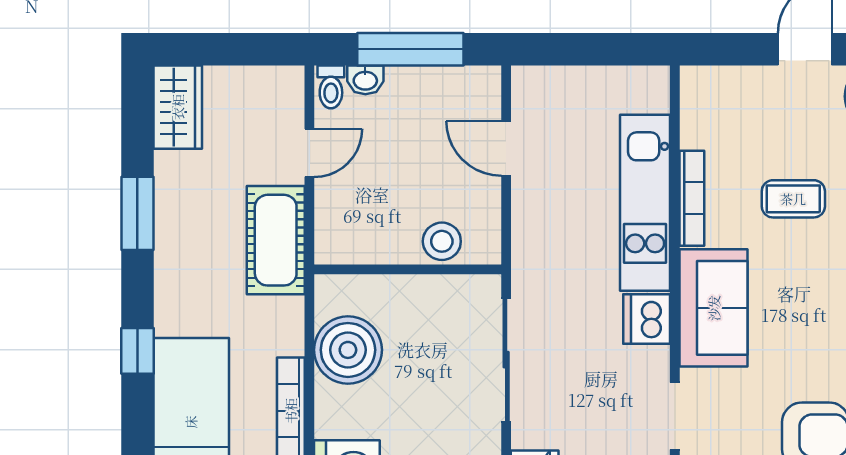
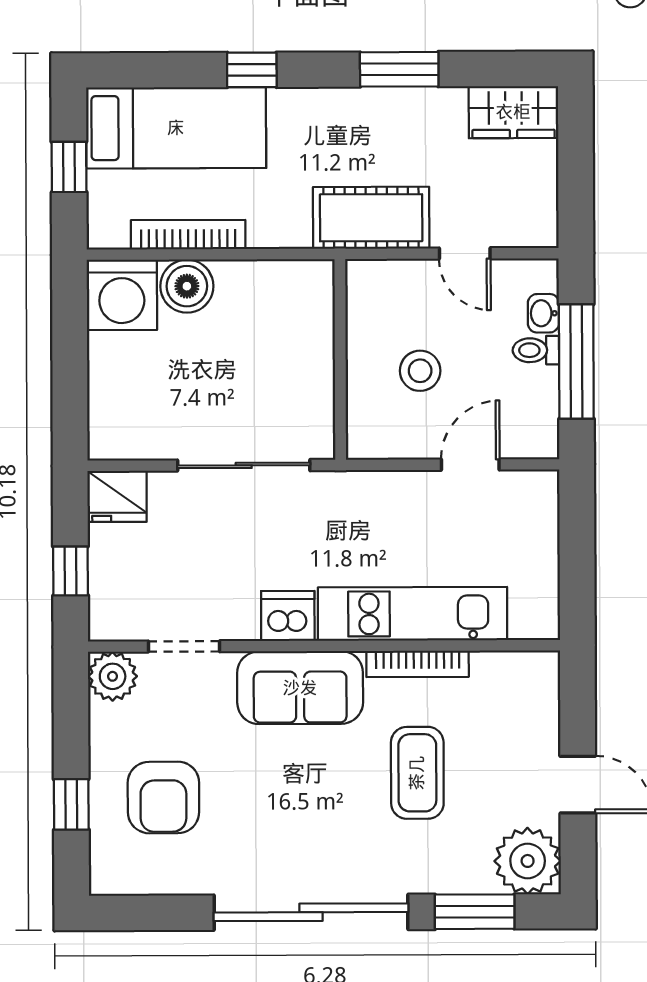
toilet: (331, 87) -> (536, 350), moved
coffee table: (793, 199) -> (417, 773), width x1.36, depth x1.30
stool: (442, 241) -> (420, 371), moved
boiler: (348, 350) -> (187, 286), moved, width x0.73, depth x0.73

